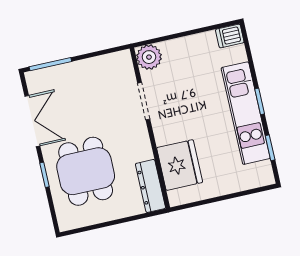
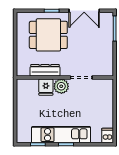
plant: (149, 57) -> (61, 86), moved
fridge: (180, 165) -> (46, 87), width x0.53, depth x0.75
dresser: (150, 186) -> (45, 70), moved

